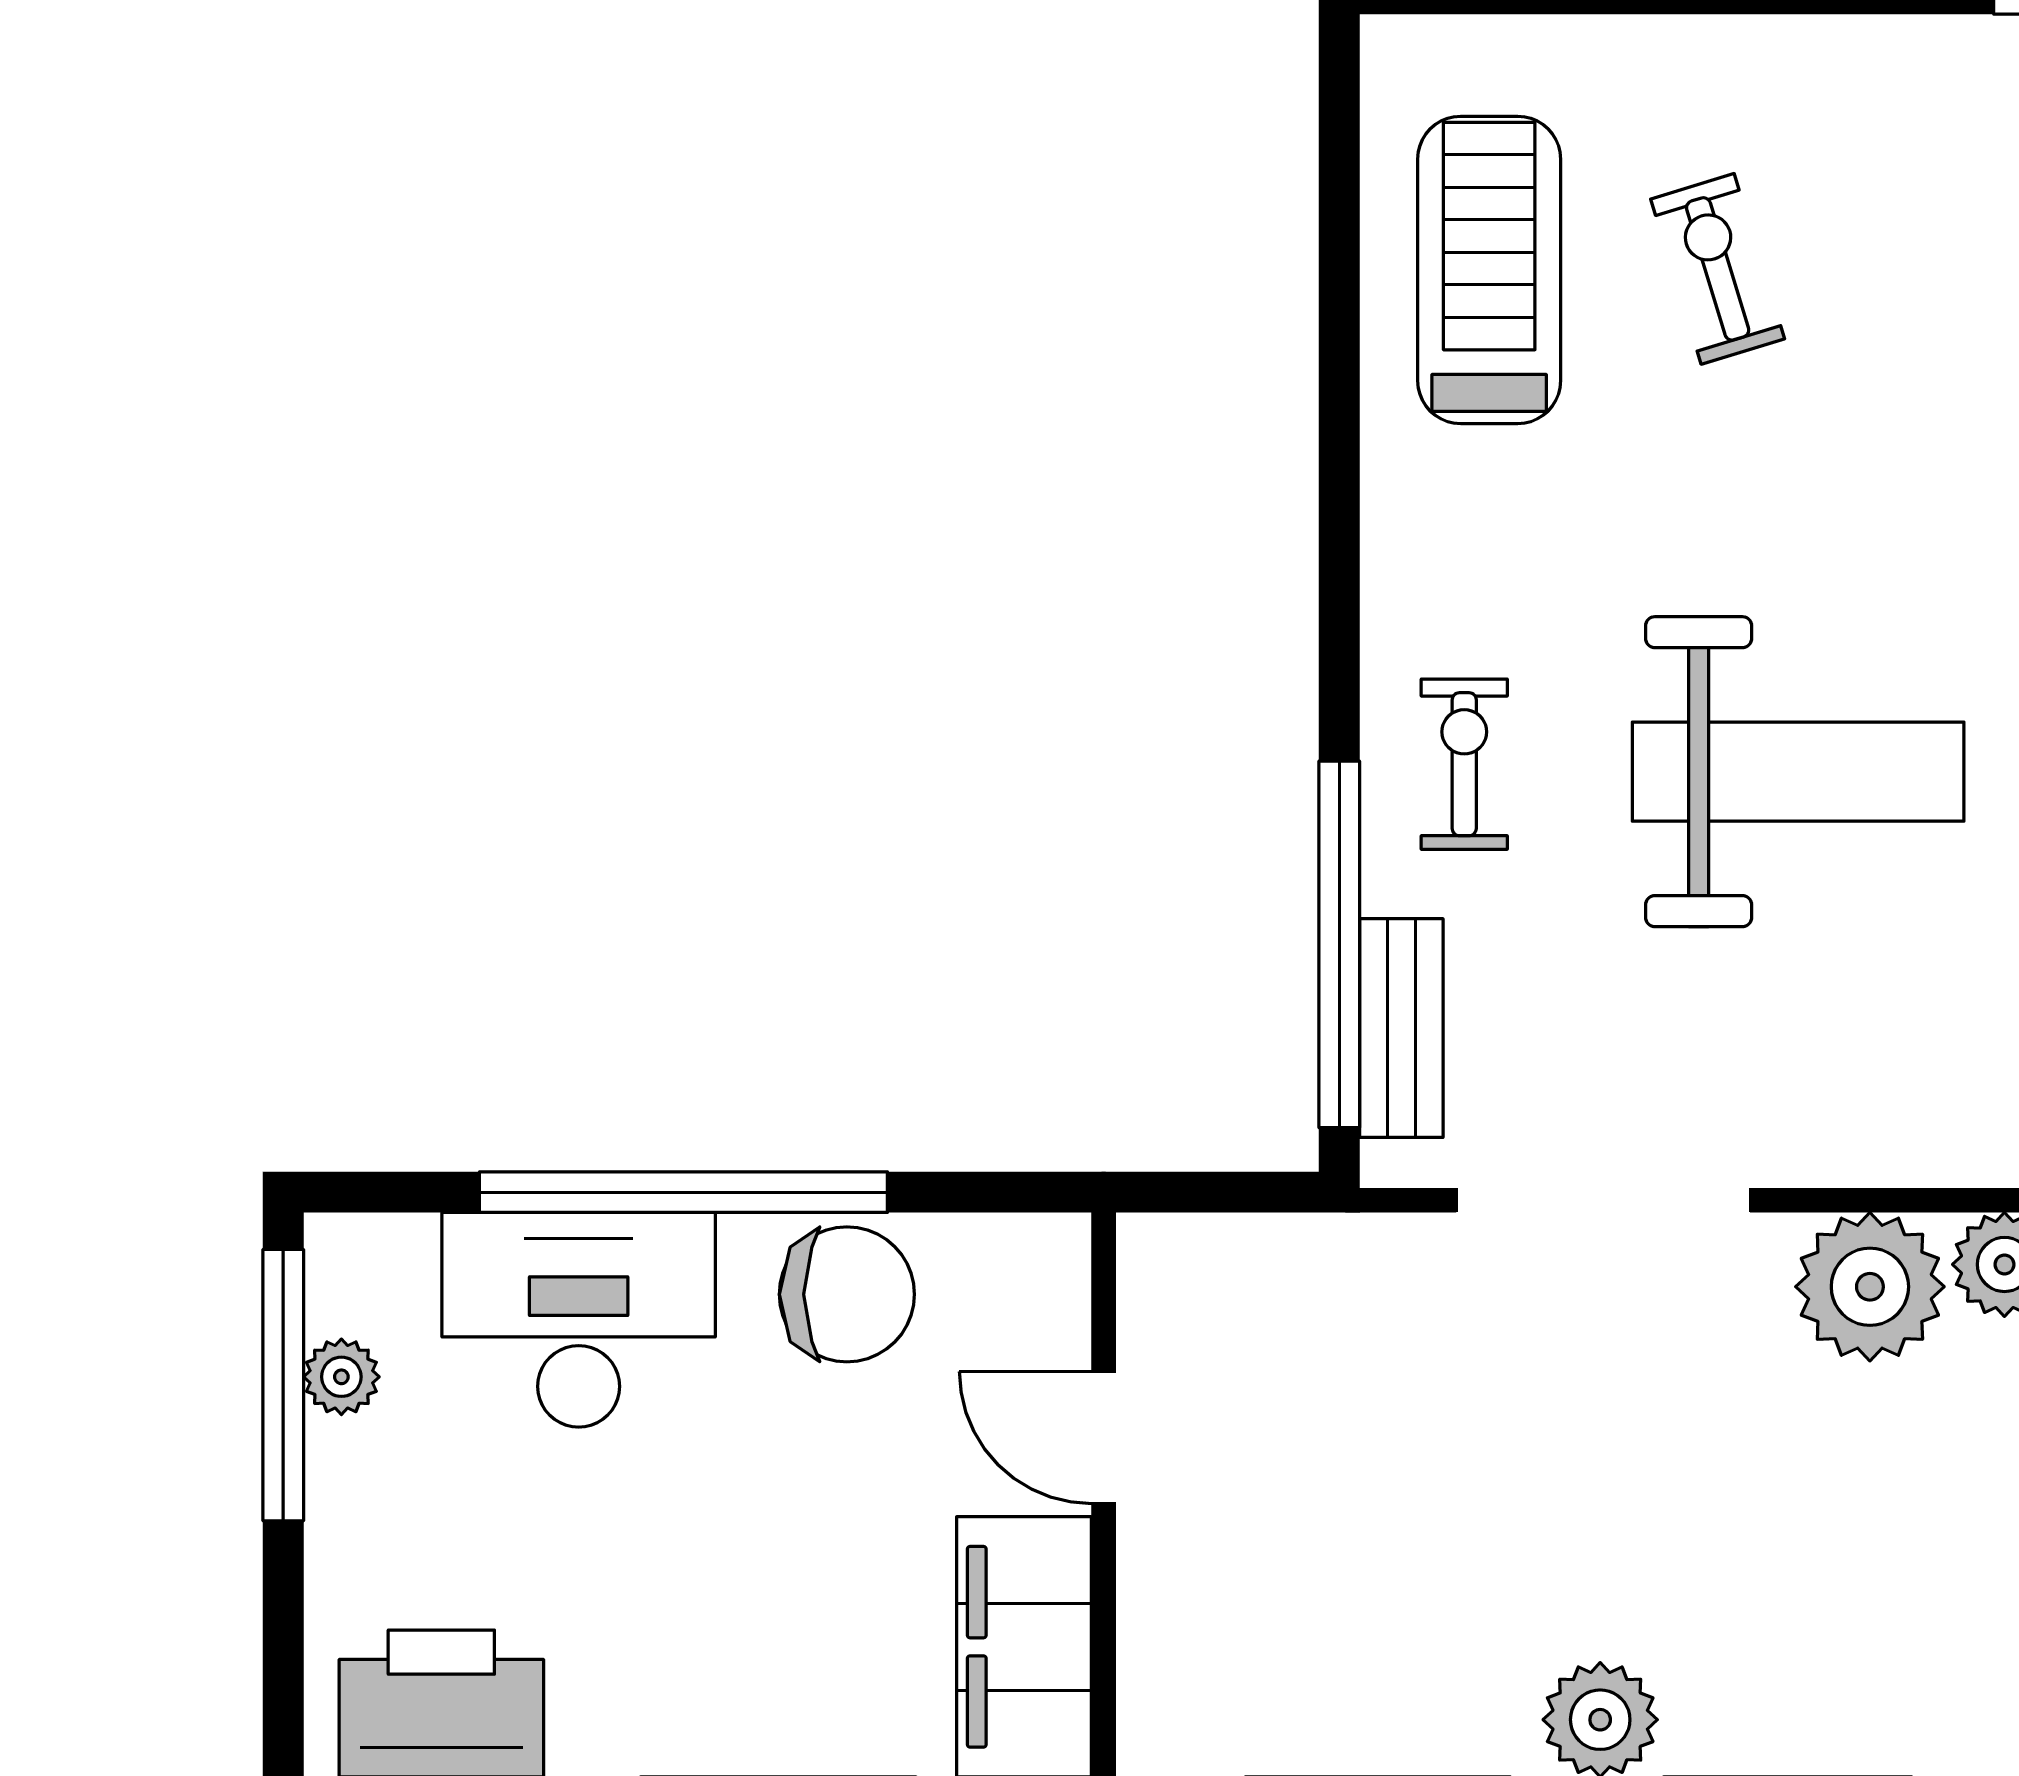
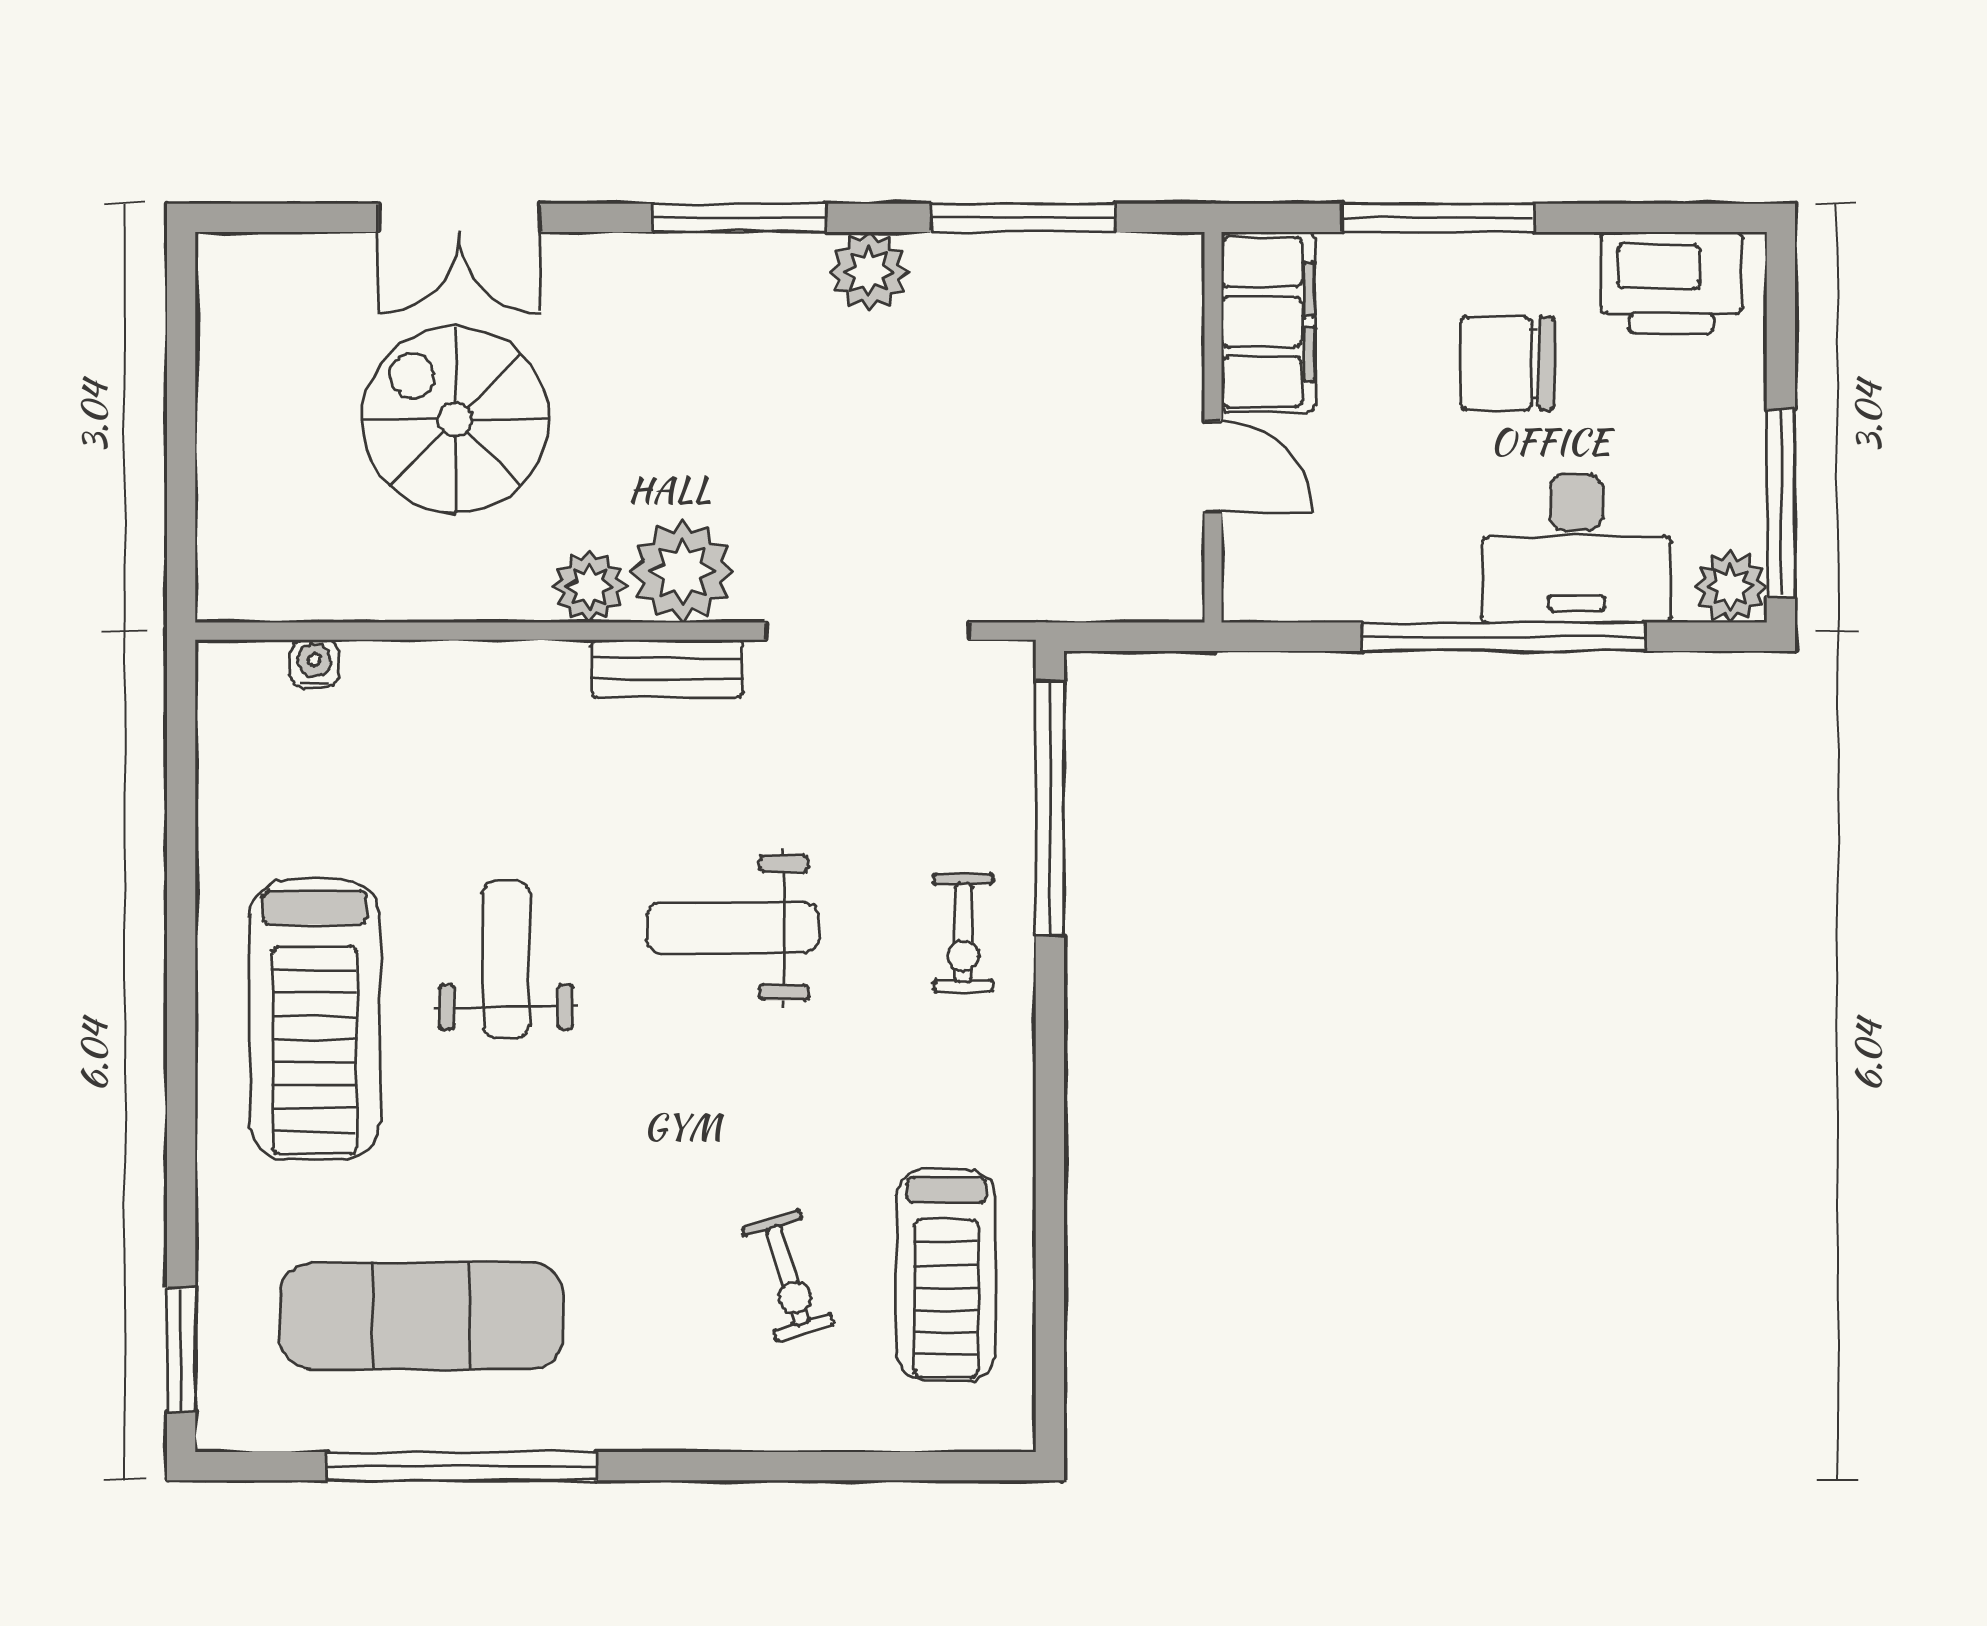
weight bench: (1798, 772) -> (732, 928), width x0.73, depth x0.75
bench: (1401, 1028) -> (667, 668), moved, turned 90
chair: (847, 1294) -> (1507, 363), moved
plant: (341, 1377) -> (1731, 587), moved, width x1.38, depth x1.38

